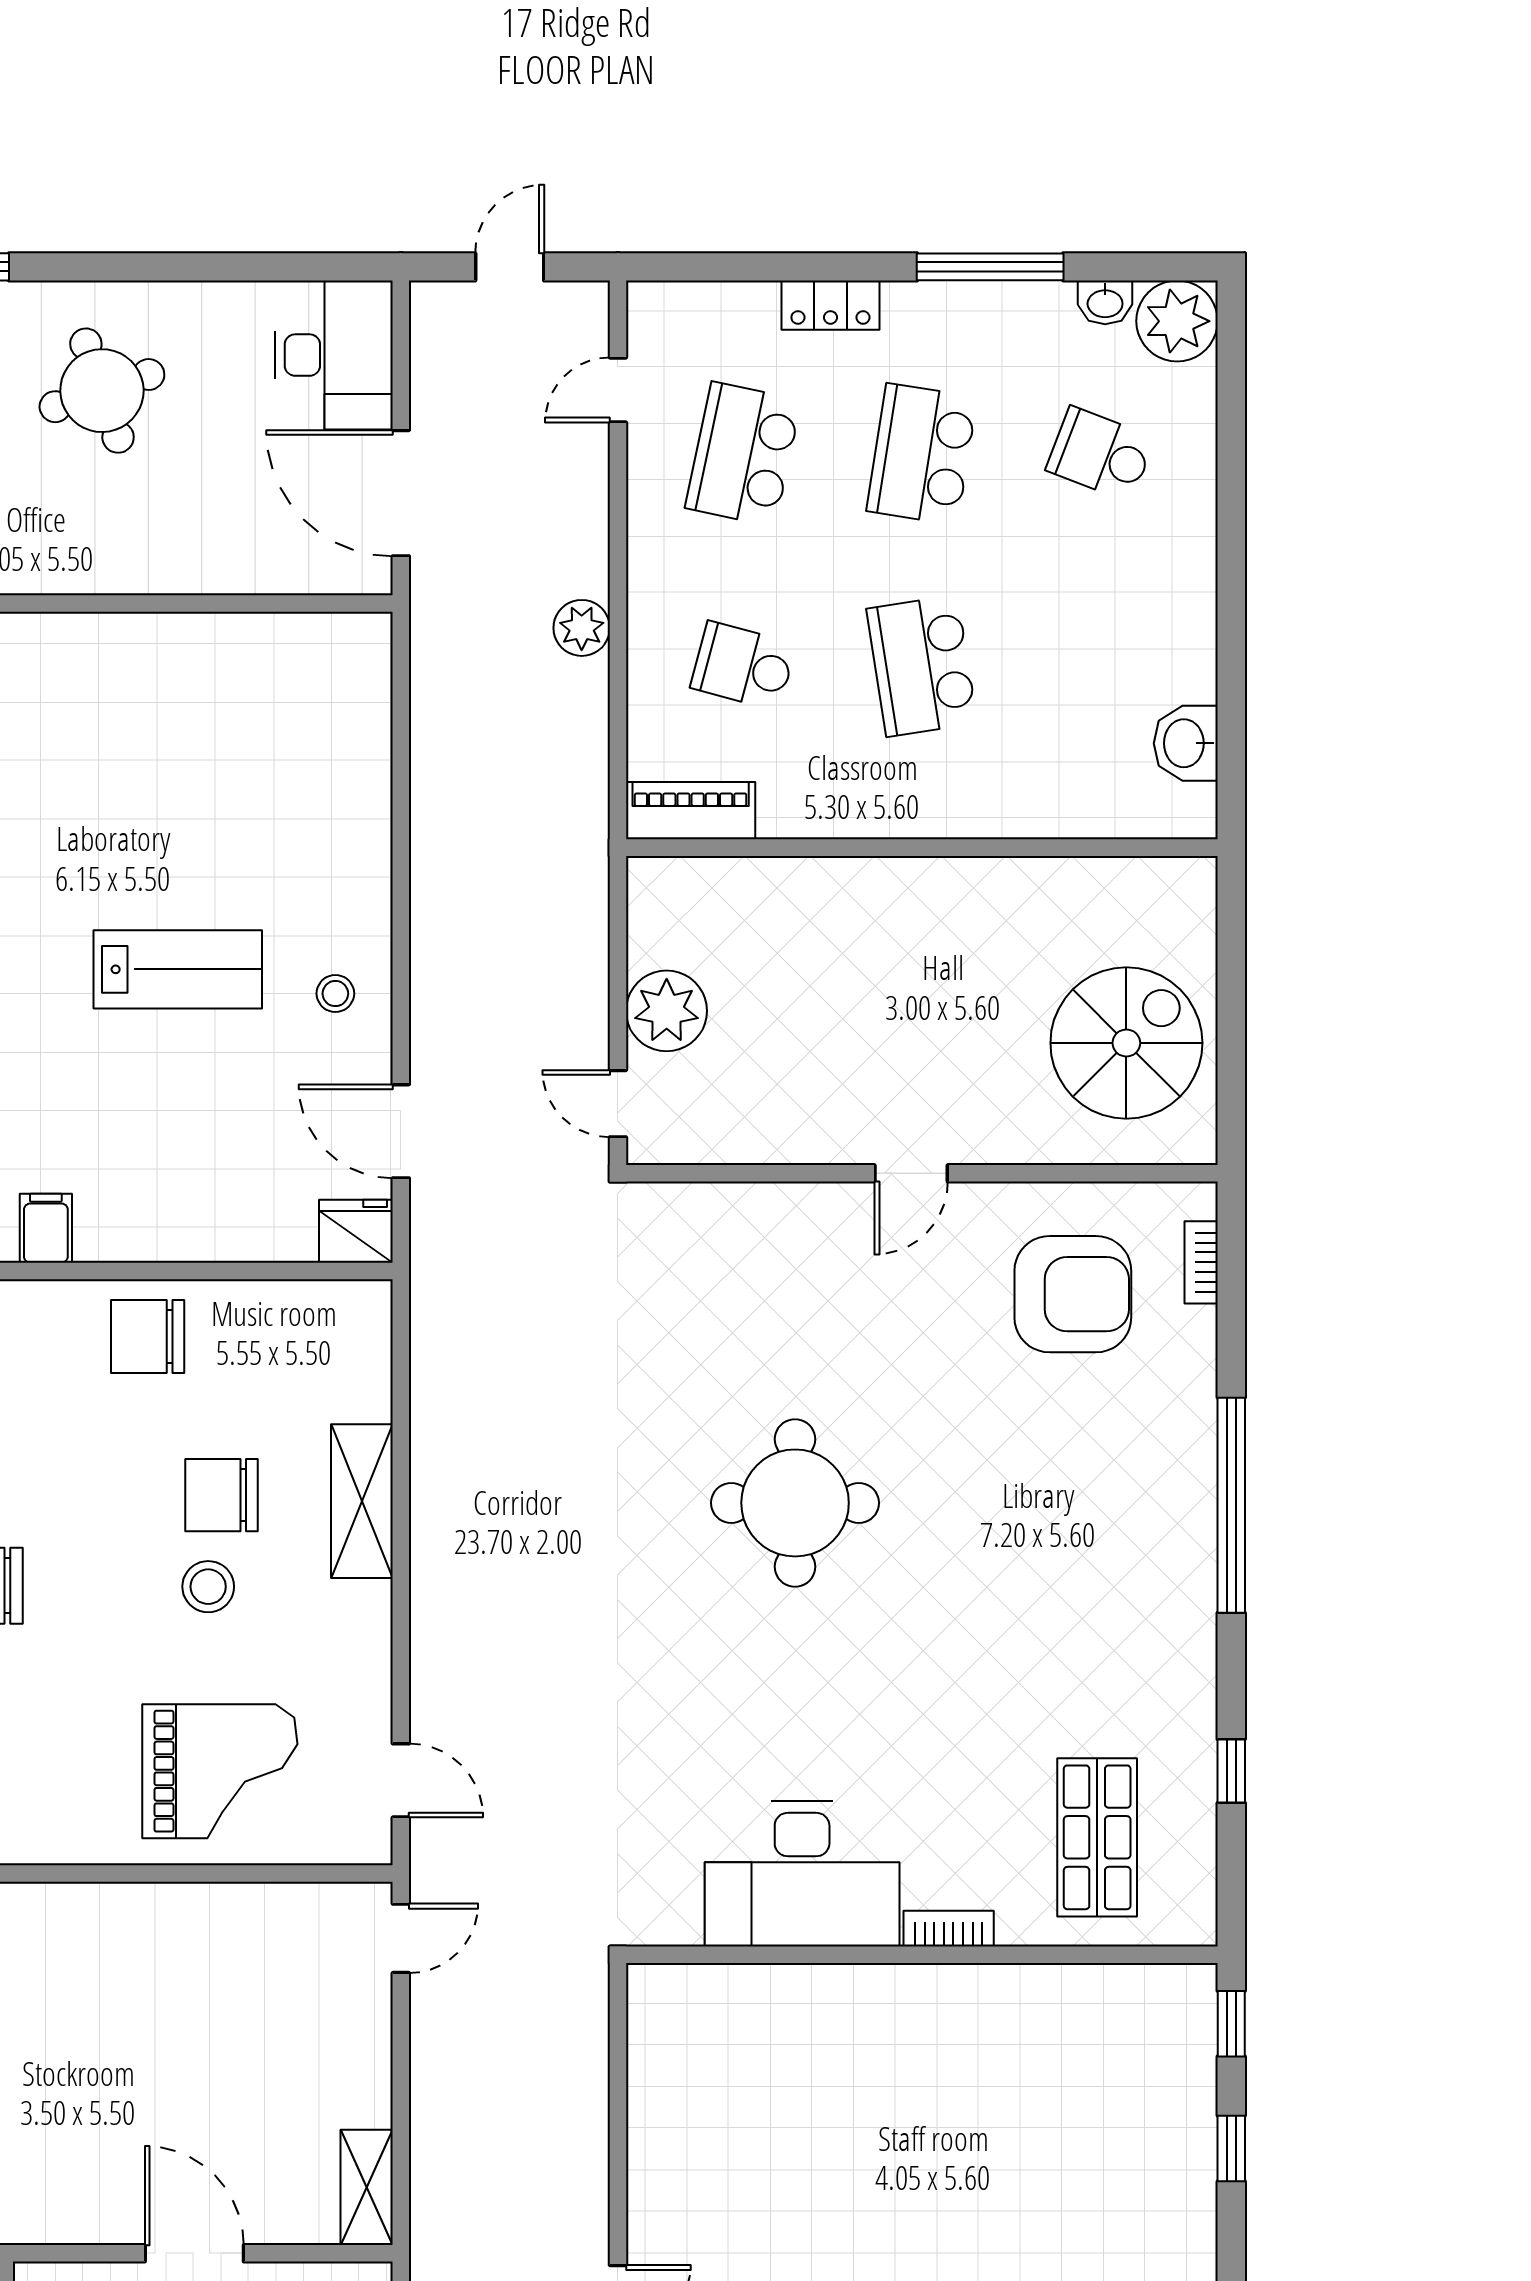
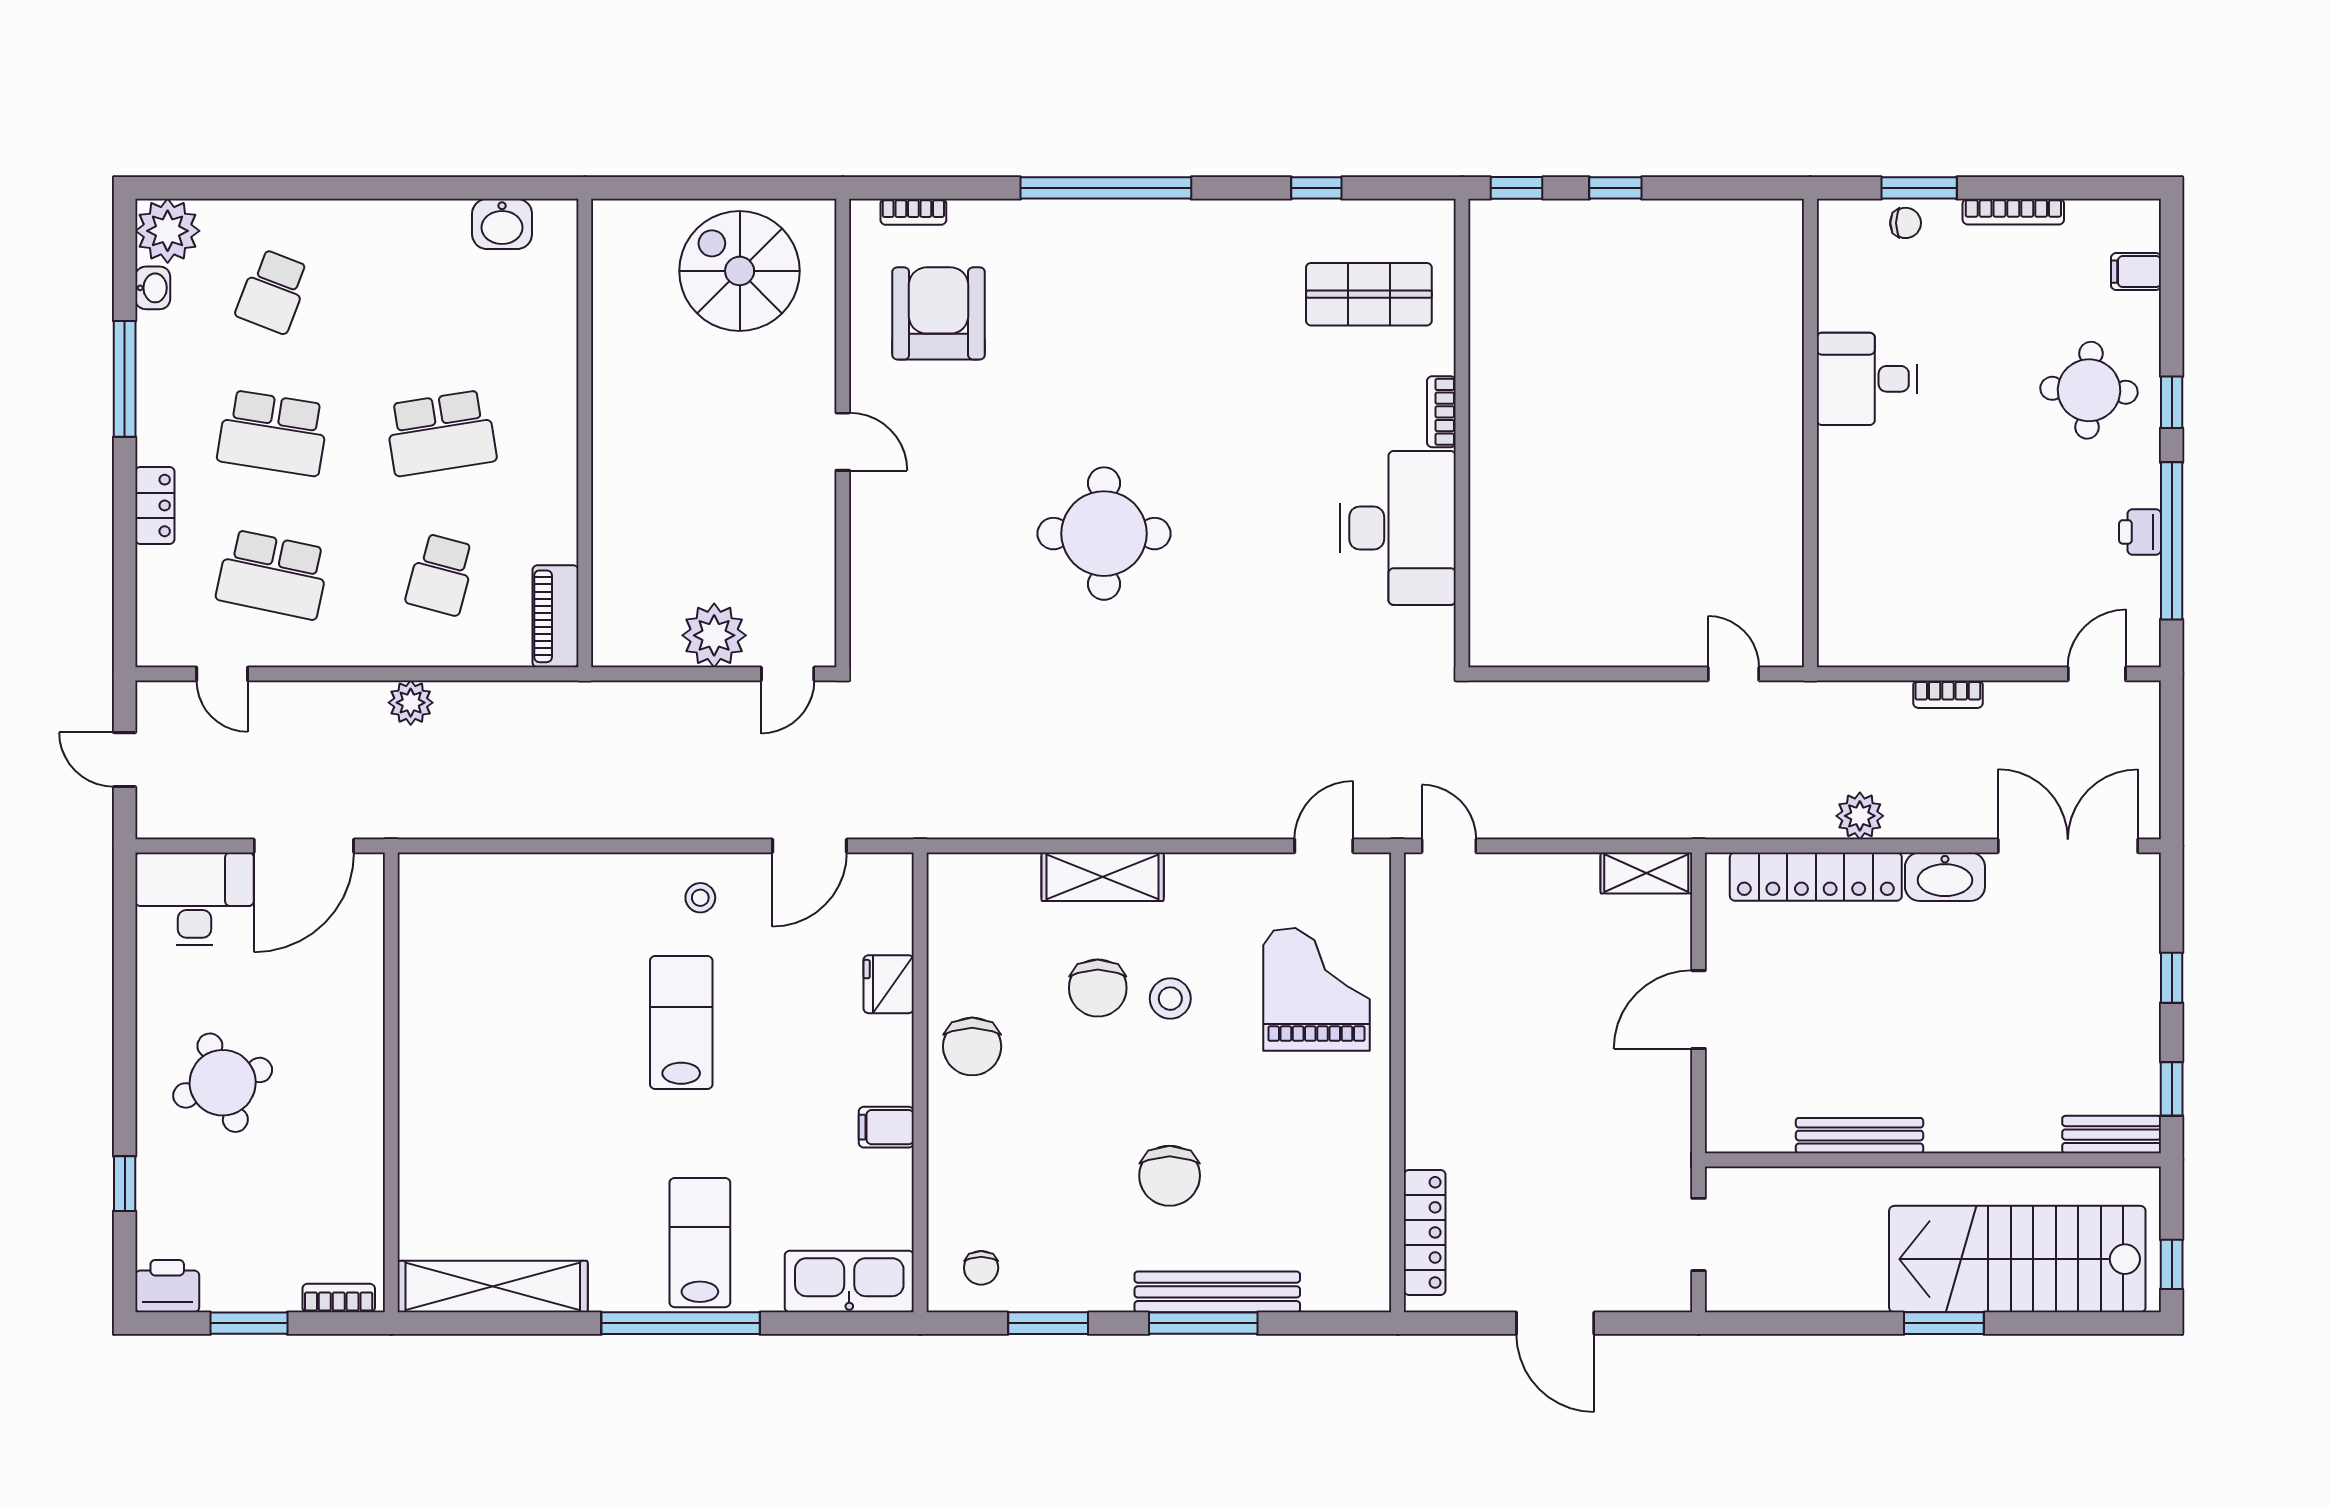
fridge: (356, 1231) -> (889, 984), moved

